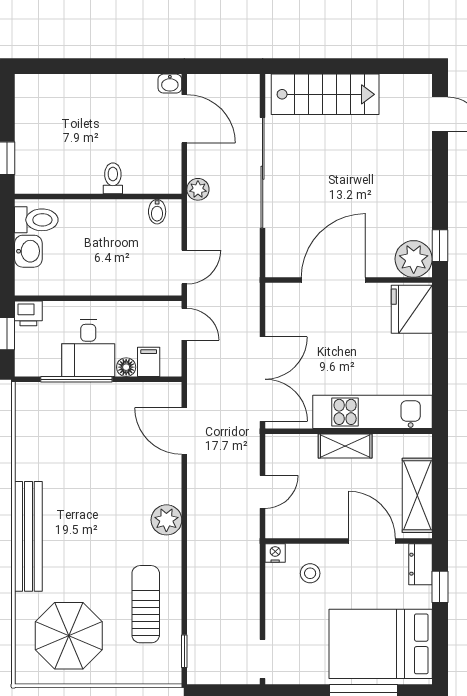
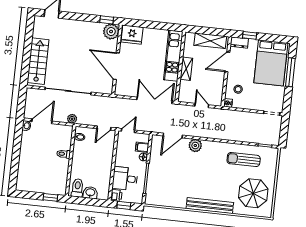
door: (184, 267) -> (104, 128), swing flipped
desk: (88, 348) -> (125, 179), moved, turned 180
plant: (166, 520) -> (195, 145), moved

